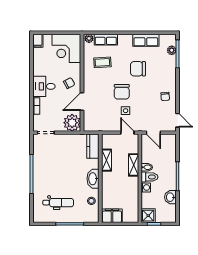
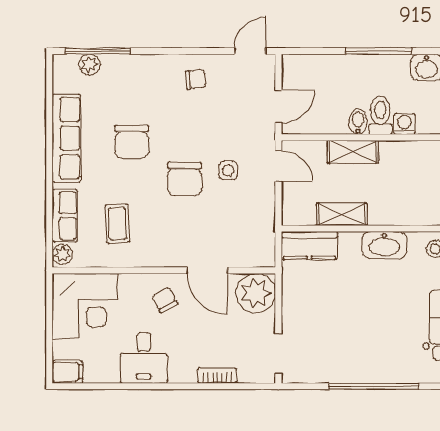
row of seats: (146, 40) -> (66, 138), width x1.48
desk: (44, 86) -> (144, 358), moved
chair: (122, 92) -> (185, 179), turned 90
door: (127, 133) -> (278, 166), swing flipped

